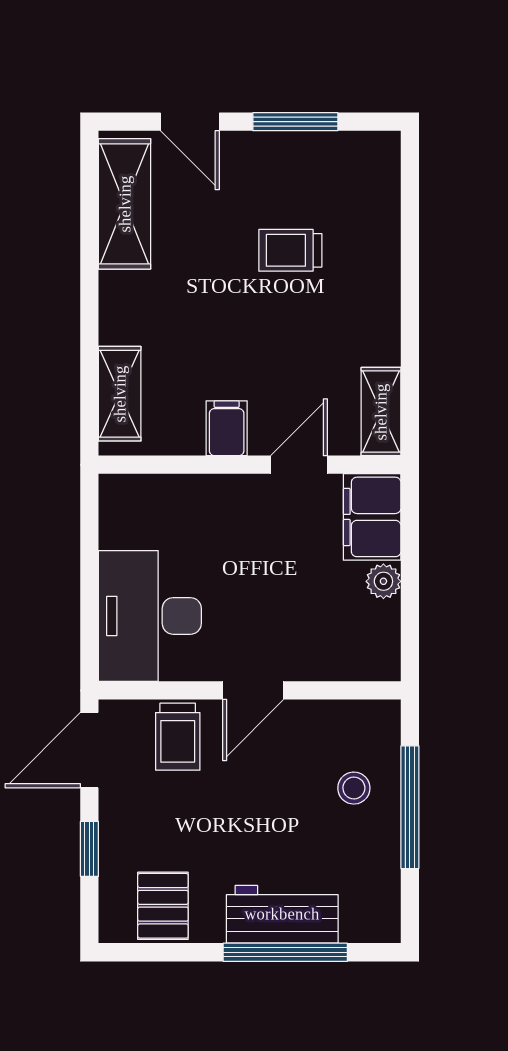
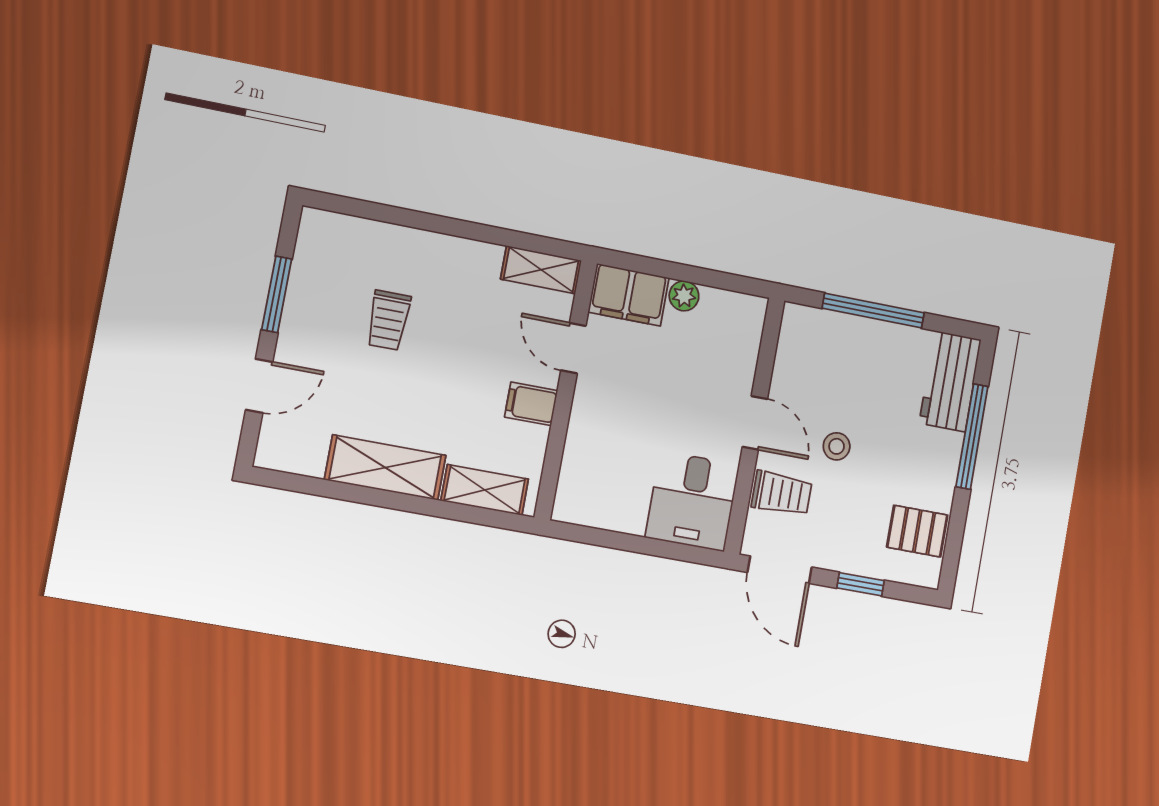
shelving: (125, 204) -> (385, 468), moved
desk: (150, 616) -> (692, 501), width x0.73
stool: (354, 788) -> (837, 446), moved
workbench: (282, 914) -> (950, 381), moved

